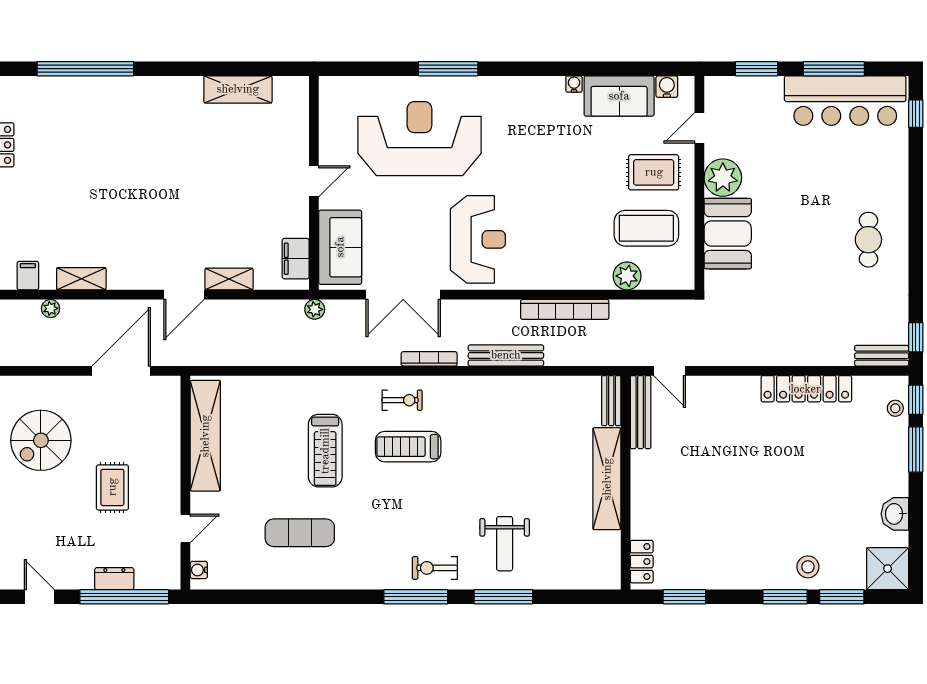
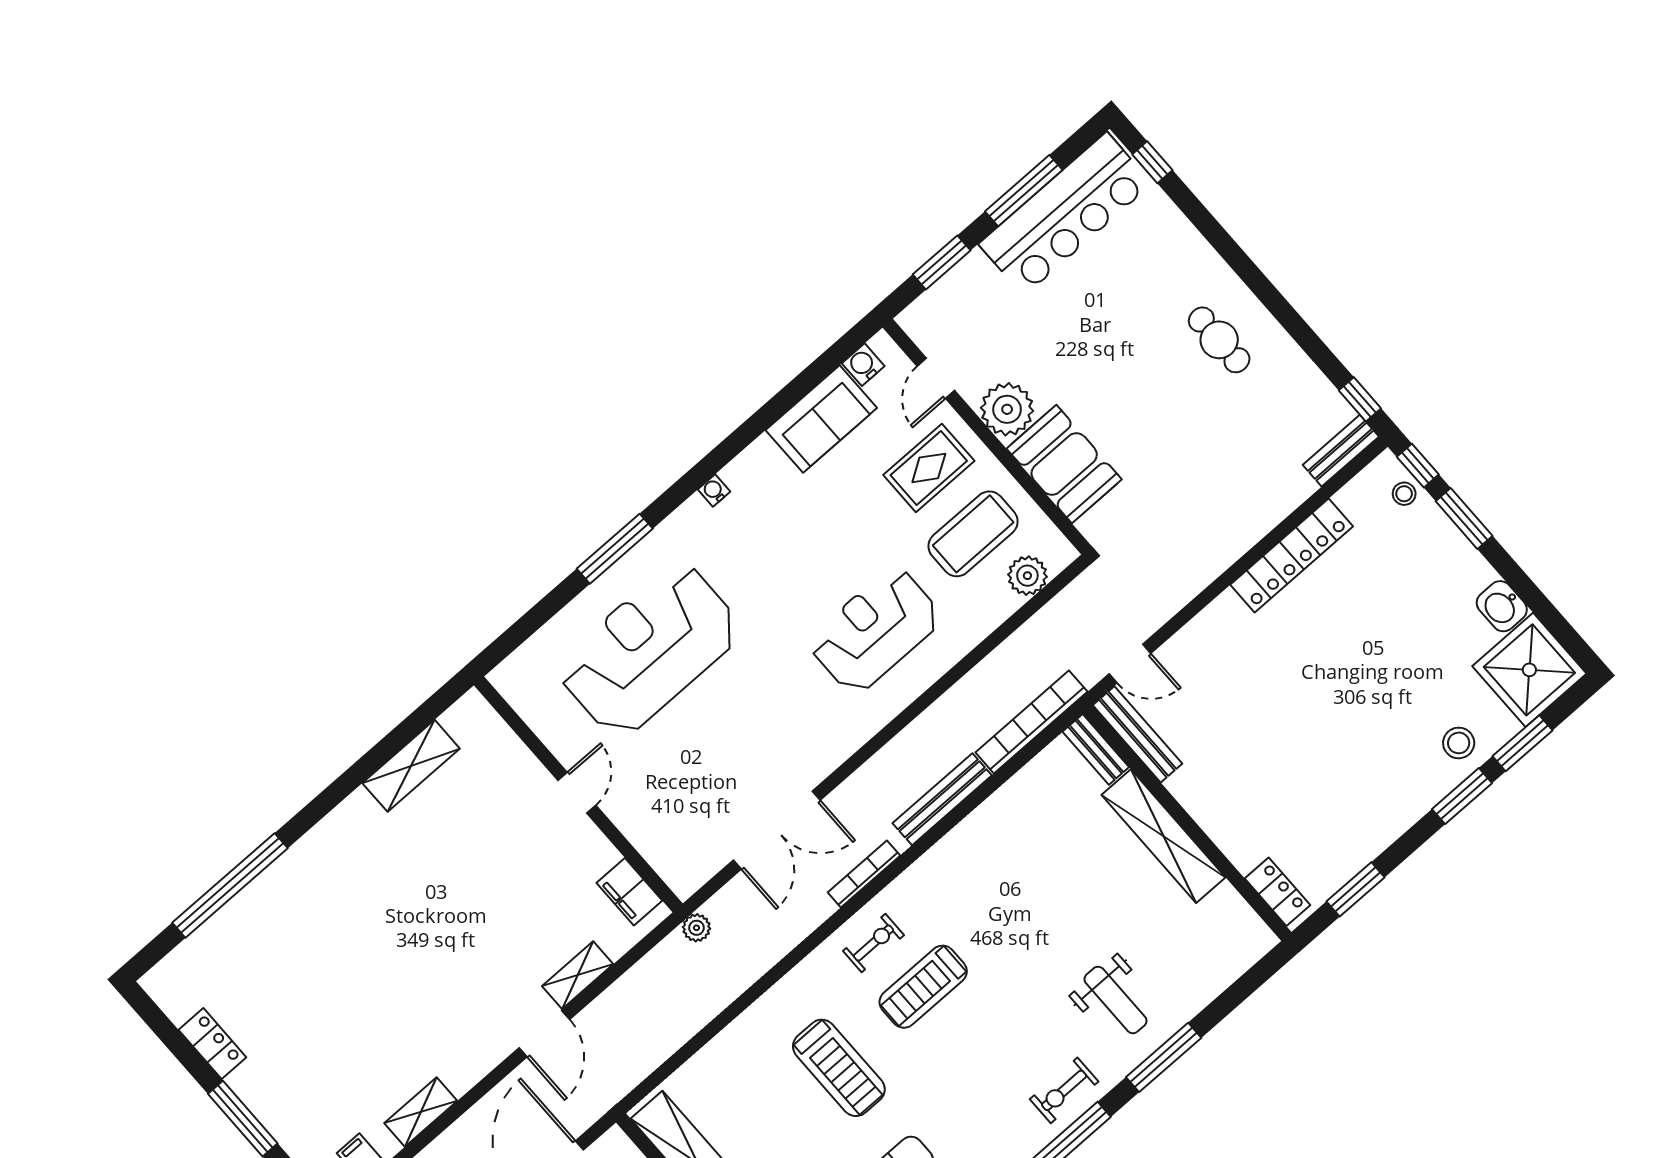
water cooler: (574, 84) -> (714, 491), moved
reception desk: (478, 239) -> (875, 630), moved, turned -90
sofa: (340, 247) -> (666, 838), removed
plant: (627, 276) -> (1027, 576), moved
bookcase: (565, 309) -> (1031, 722), moved, turned 180
shower: (888, 569) -> (1529, 670), width x1.37, depth x1.37

